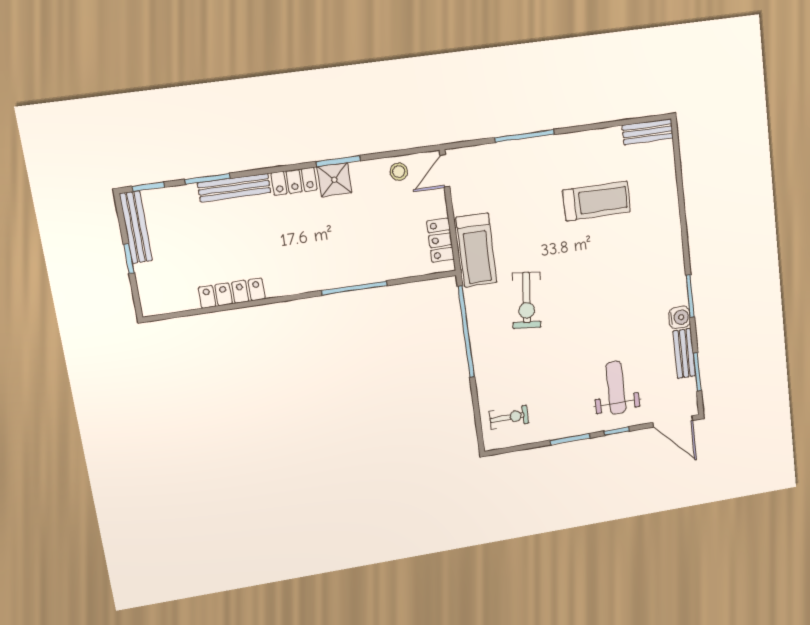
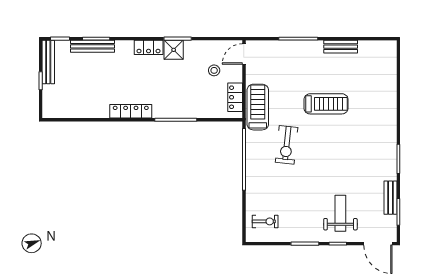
bench: (648, 132) -> (341, 47), moved
stool: (399, 172) -> (214, 70), moved
bench: (234, 188) -> (93, 46), moved
treadmill: (597, 201) -> (326, 104), moved
treadmill: (477, 250) -> (258, 107), turned 180
locker: (232, 293) -> (131, 111), moved
water cooler: (680, 317) -> (390, 172), removed

